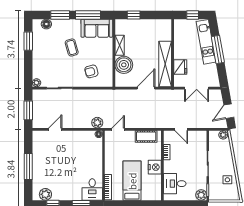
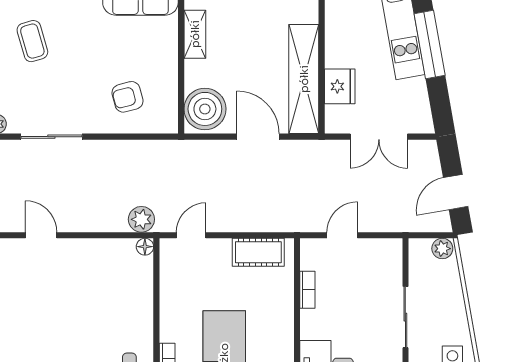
coffee table: (72, 48) -> (32, 41), moved
boiler: (124, 65) -> (205, 109), moved
door: (146, 88) -> (258, 137), hinge flipped
door: (55, 129) -> (41, 235), hinge flipped
door: (181, 129) -> (342, 235), swing flipped
nightstand: (155, 167) -> (279, 326), removed

